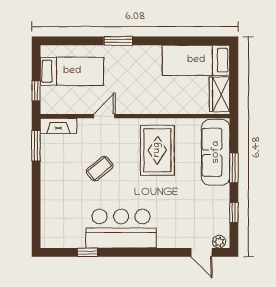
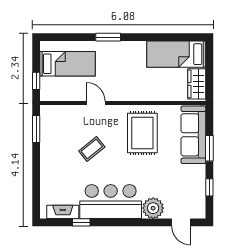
door: (104, 116) -> (96, 103), hinge flipped
fireplace: (58, 126) -> (63, 212), moved, turned 180
plant: (219, 242) -> (153, 208), moved, width x1.88, depth x1.88

